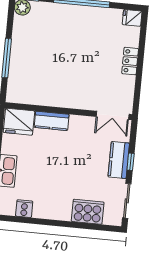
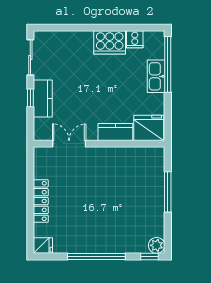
locker: (130, 61) -> (41, 201), width x1.53
double door: (113, 115) -> (69, 144), moved
cooker: (88, 212) -> (110, 42), moved

